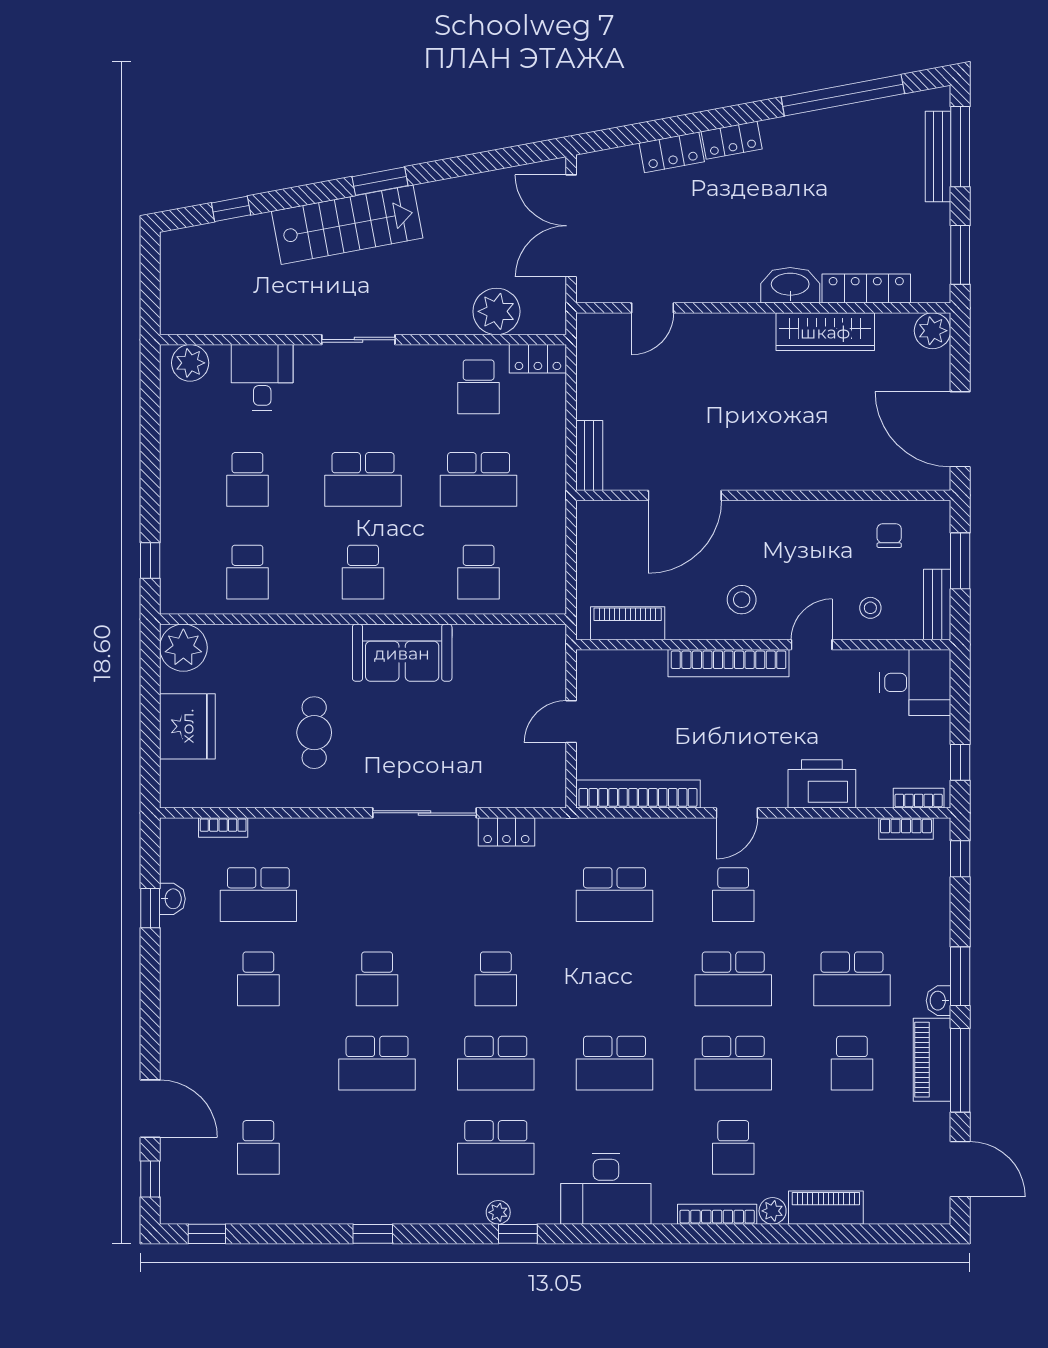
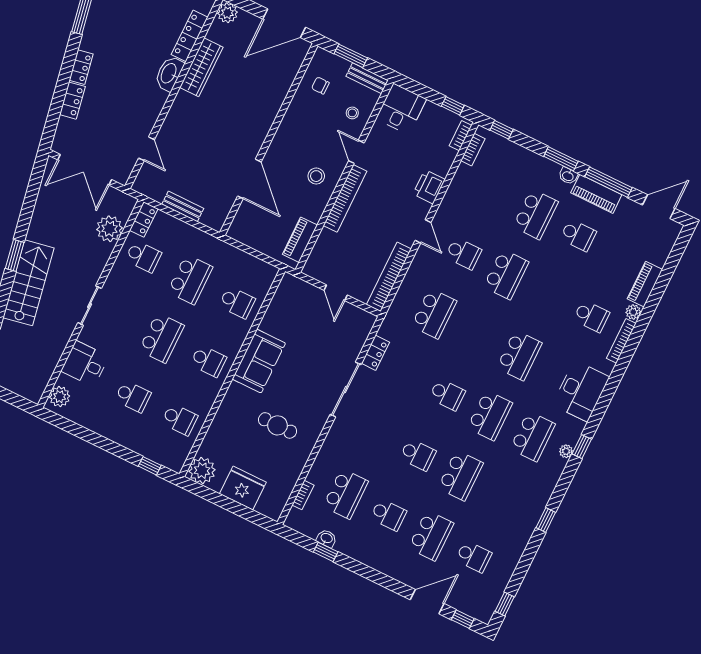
bench: (589, 455) -> (183, 206), moved
printer: (822, 784) -> (429, 187), width x0.73, depth x0.84
school desk: (733, 1063) -> (431, 536), moved

